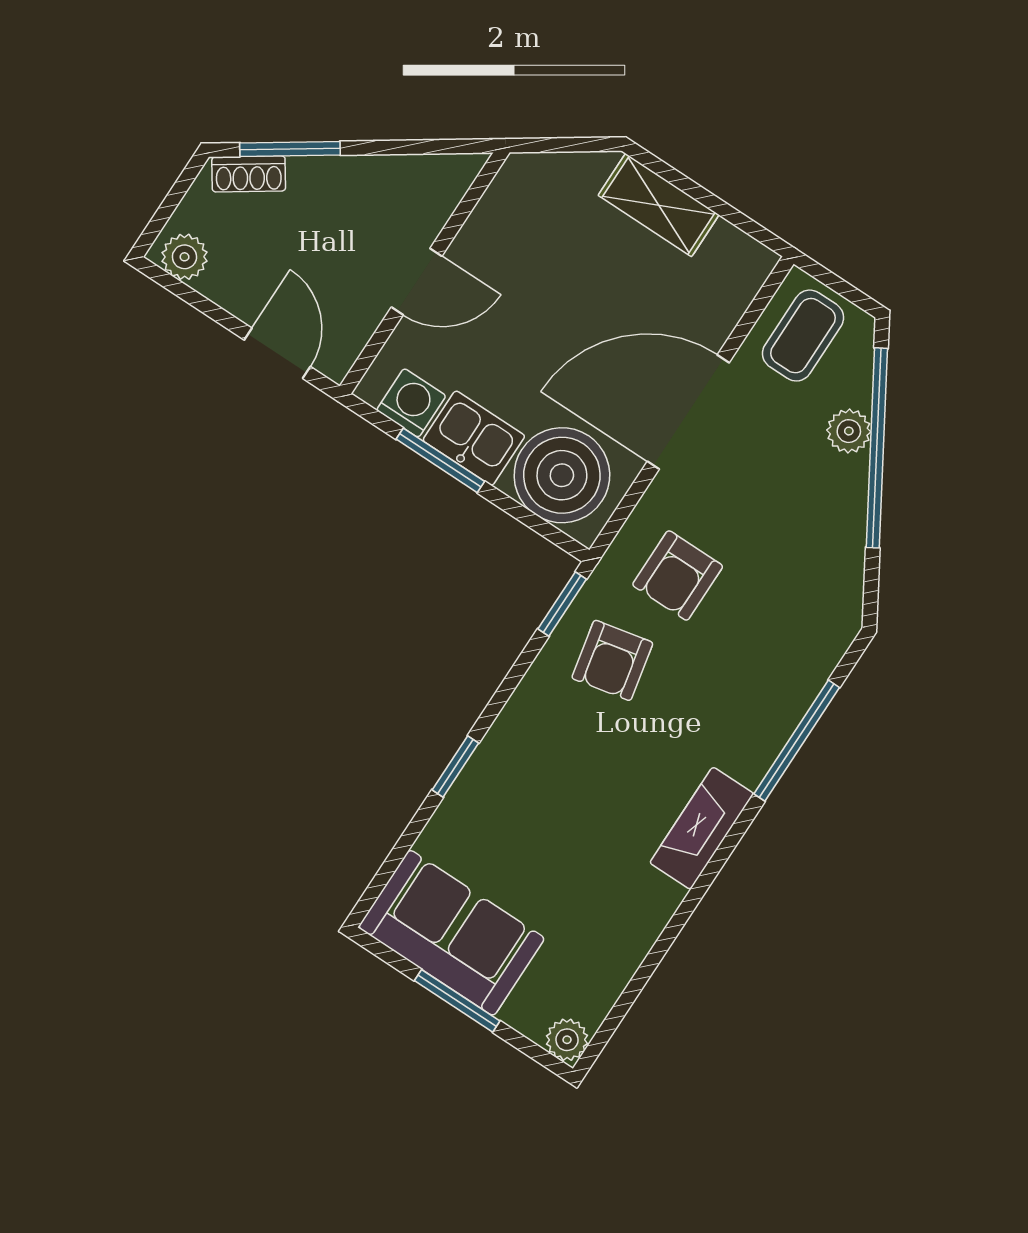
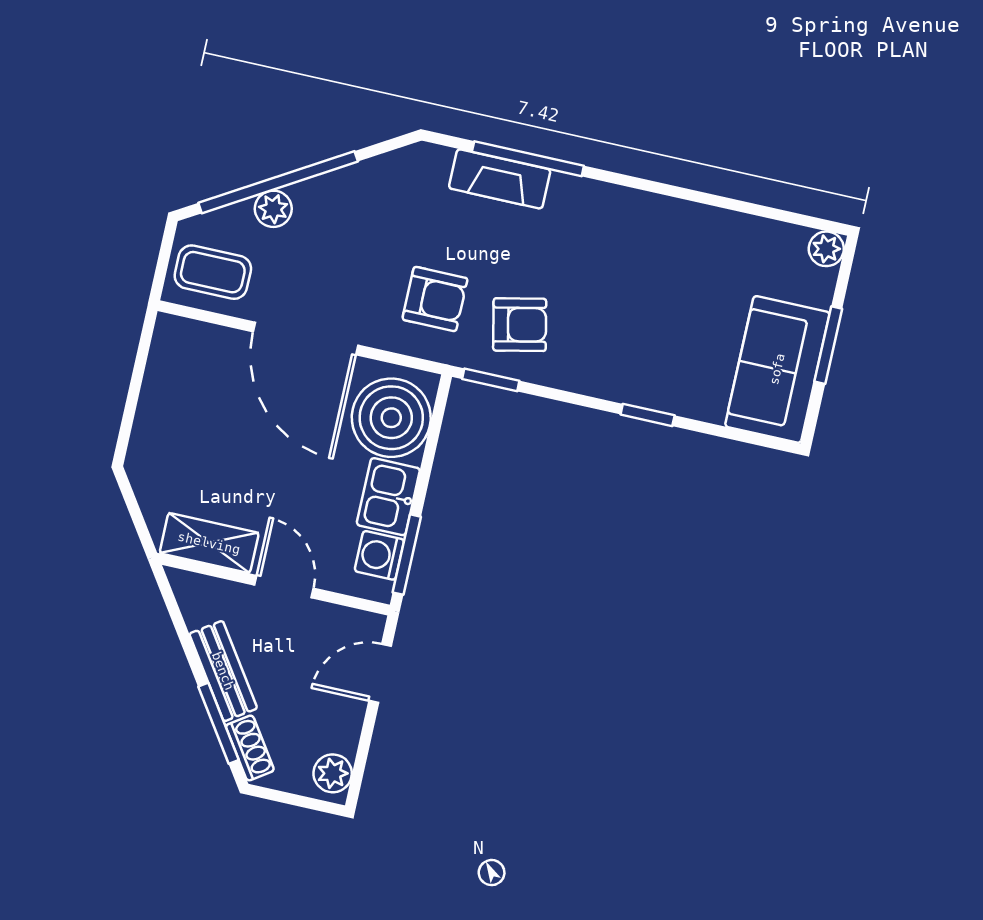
bench: (347, 177) -> (223, 671), added
shelving: (659, 205) -> (209, 543), moved, turned 90
window: (440, 460) -> (407, 555), moved
fireplace: (702, 828) -> (500, 179), moved

